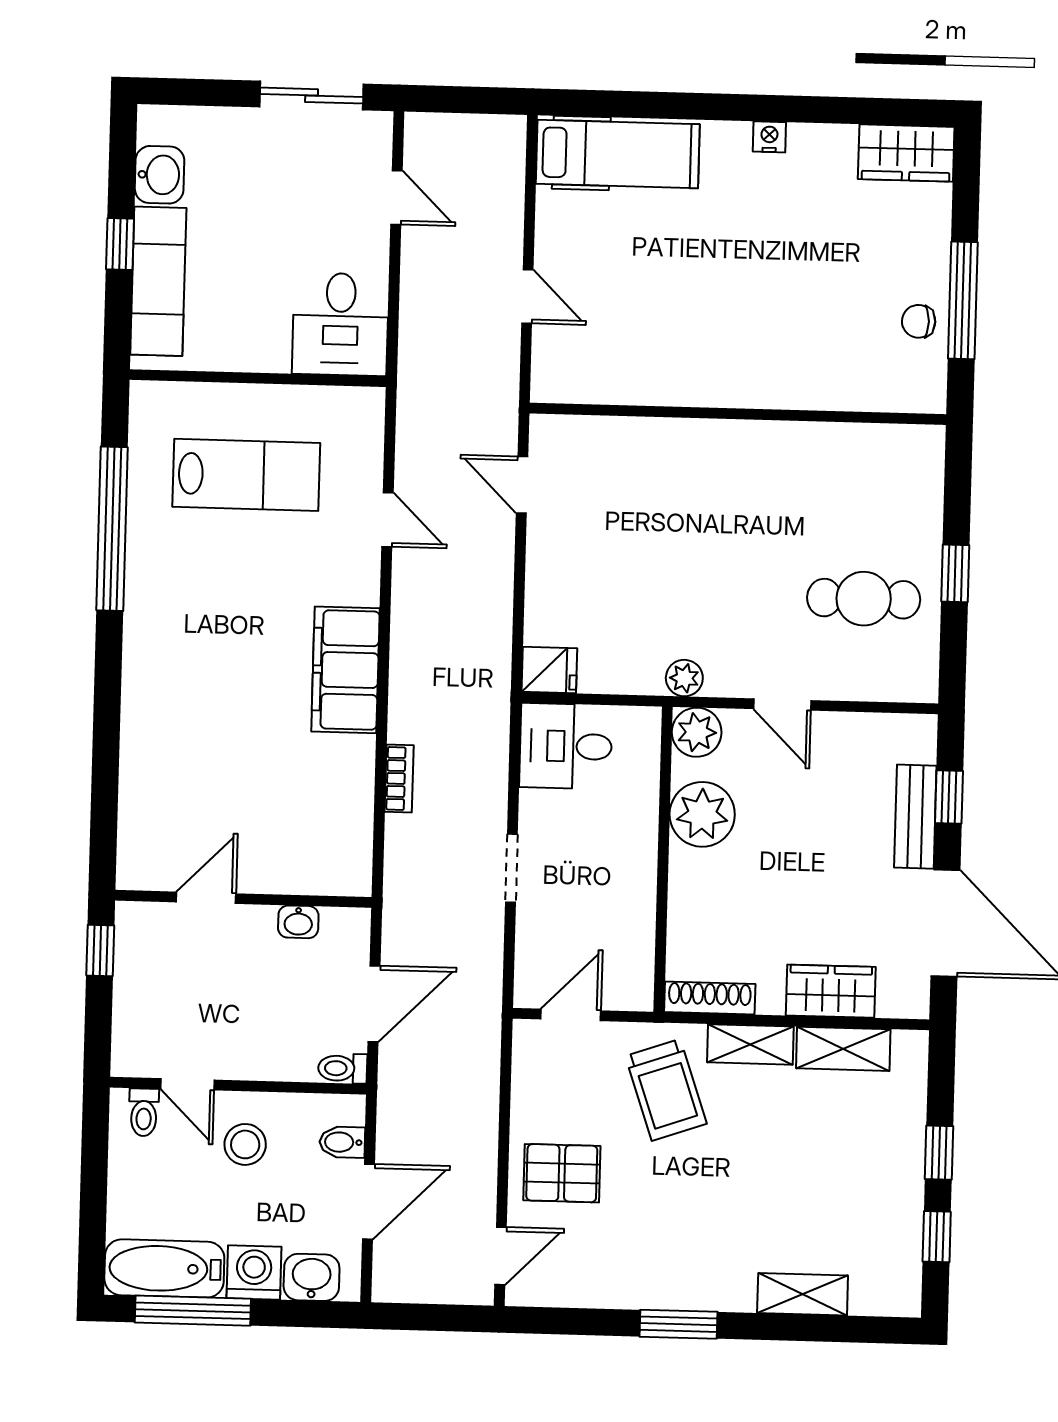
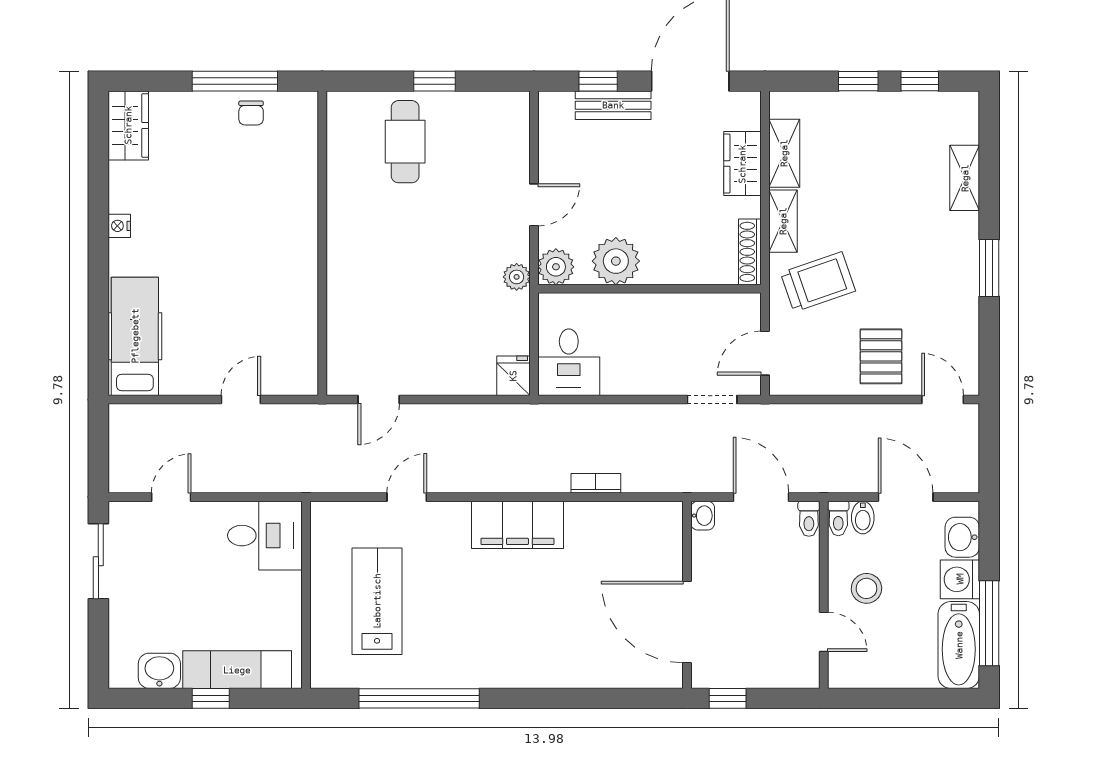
cafe table: (864, 599) -> (405, 142), moved
doorway: (511, 868) -> (712, 399), moved
door: (206, 898) -> (687, 622), width x1.88
washbasin: (298, 922) -> (703, 516), moved
door: (571, 1015) -> (765, 353), hinge flipped
door: (187, 1084) -> (824, 632), hinge flipped
toilet: (144, 1112) -> (838, 518), moved, turned 90

